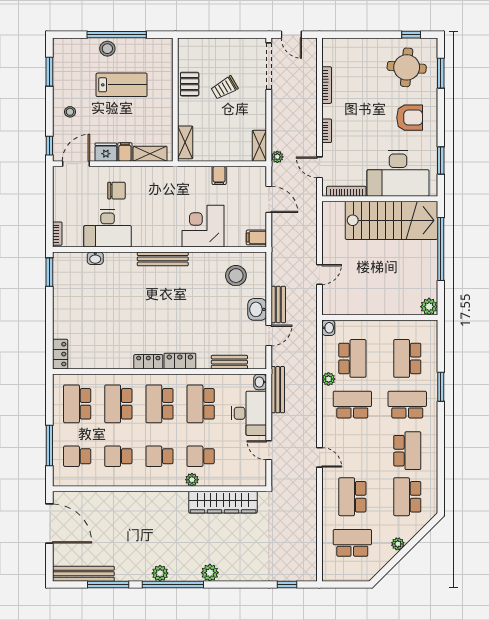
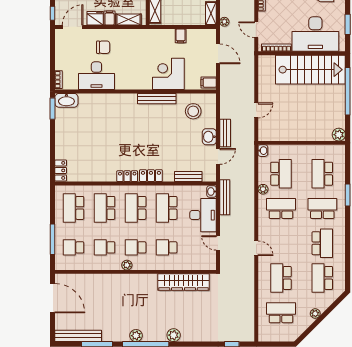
washbasin: (95, 258) -> (66, 100), moved, width x1.91, depth x1.45
bench: (163, 259) -> (157, 99), moved
plant: (192, 480) -> (127, 265), moved

